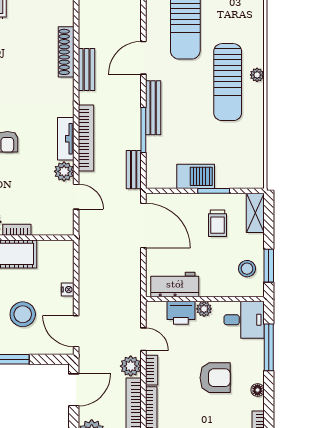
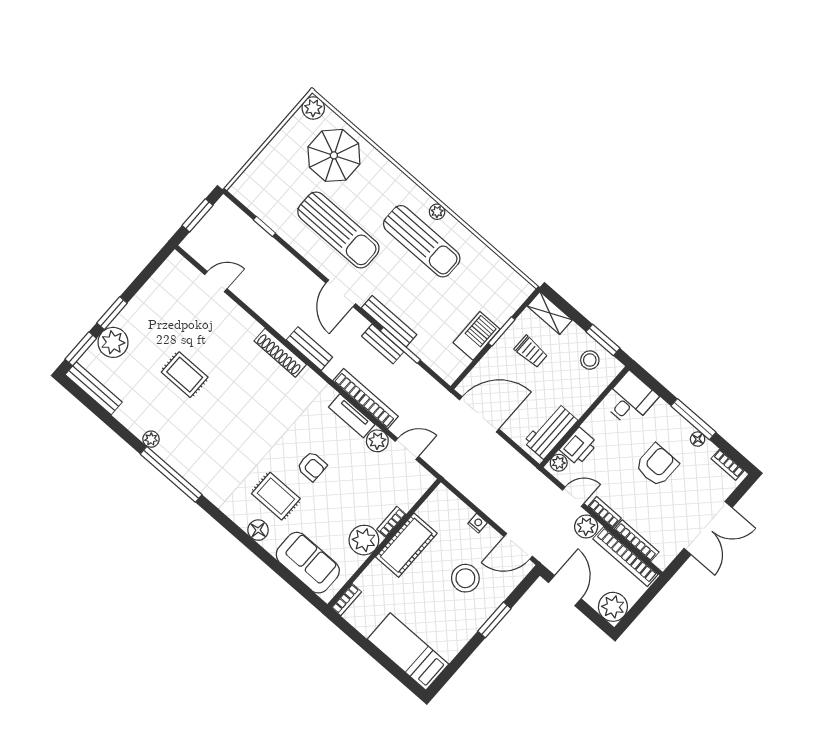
bench: (134, 170) -> (383, 344), moved
plant: (204, 309) -> (559, 463), moved
window: (269, 347) -> (694, 419), moved

